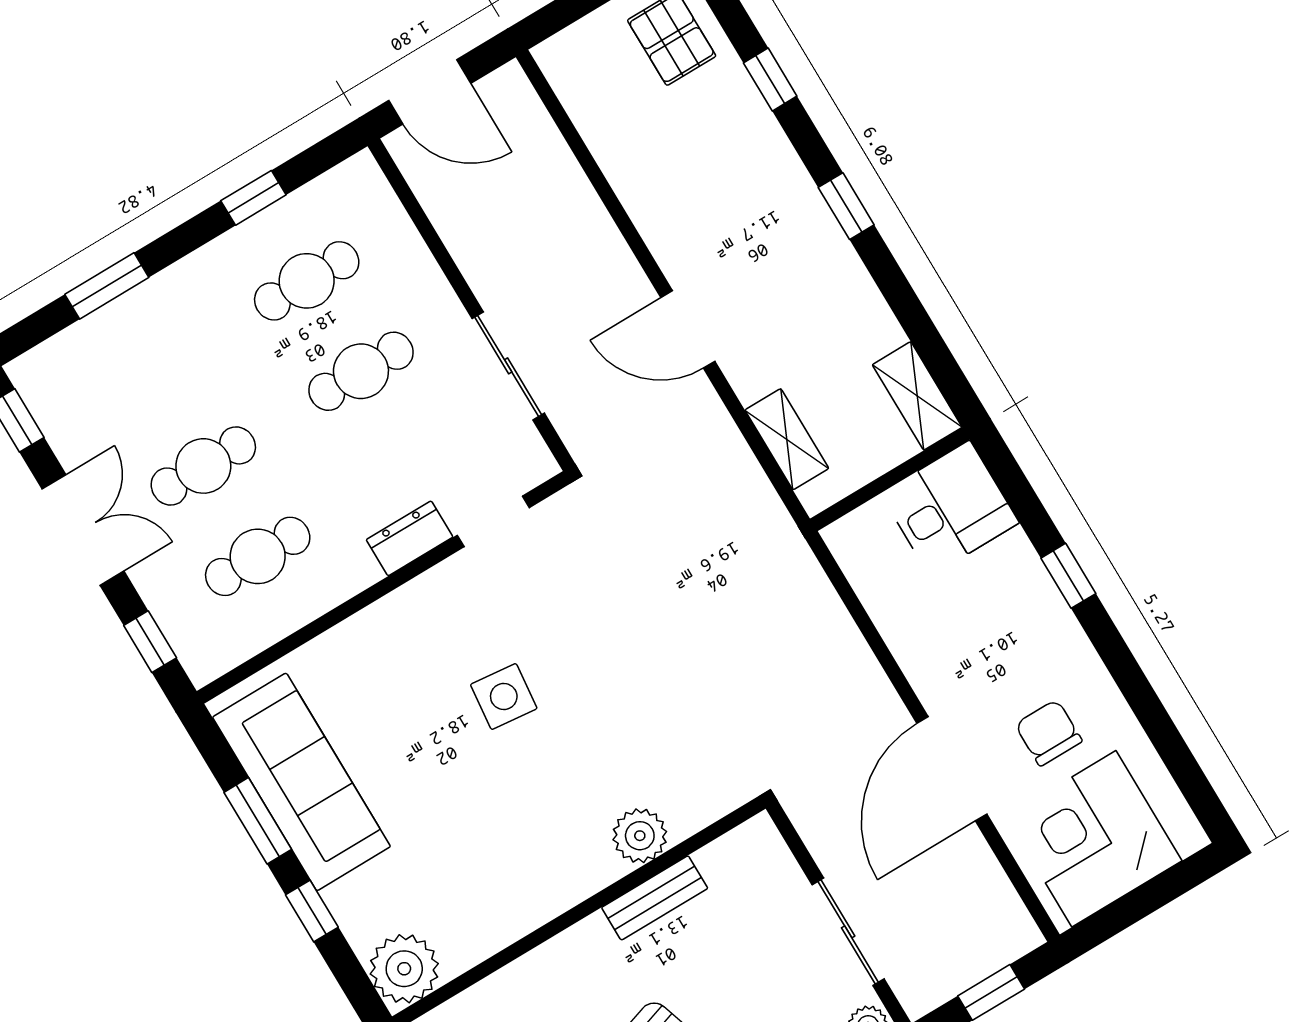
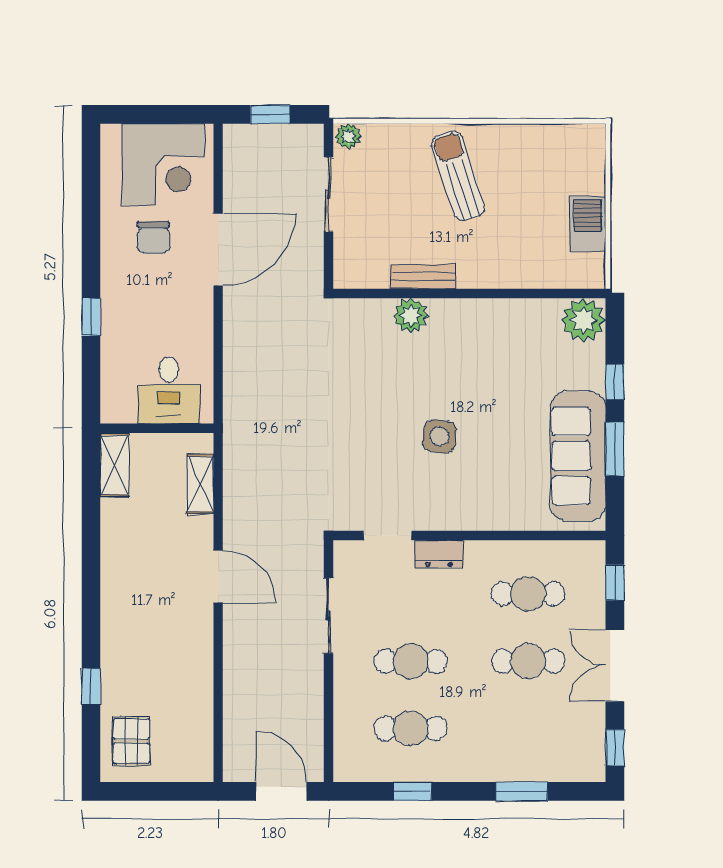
window: (846, 206) -> (91, 592), removed
desk: (950, 508) -> (169, 390), moved, turned -90

